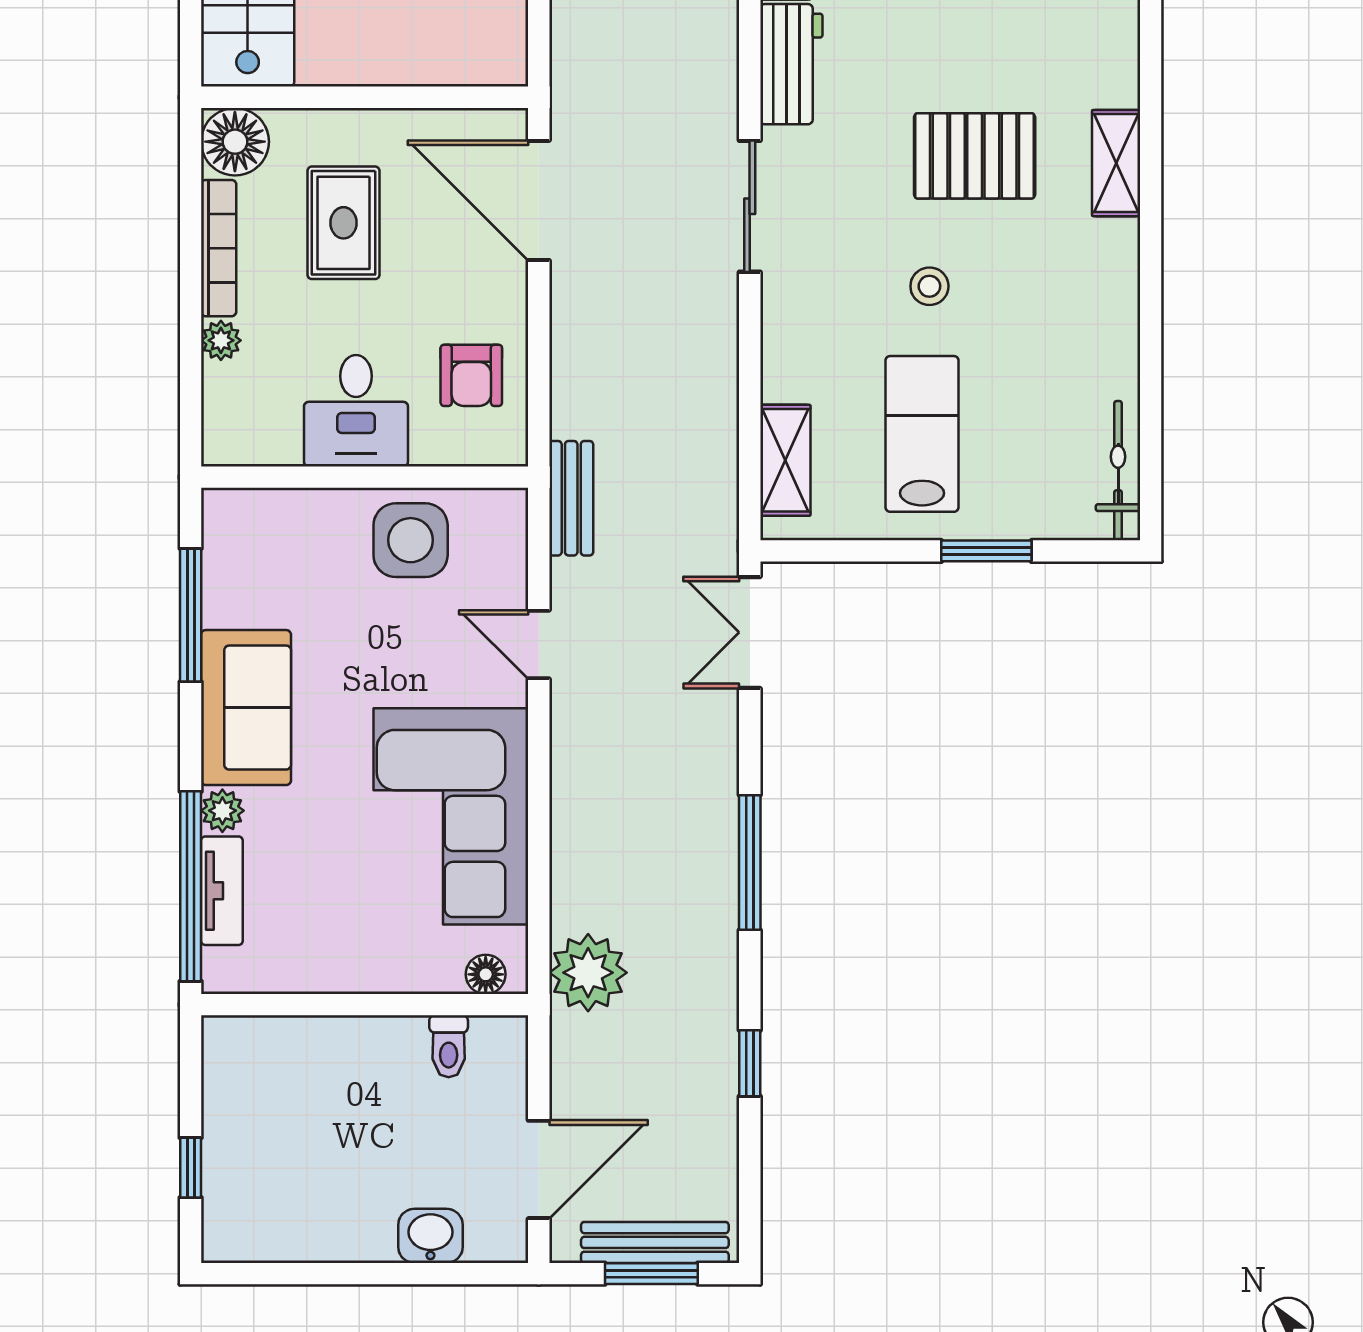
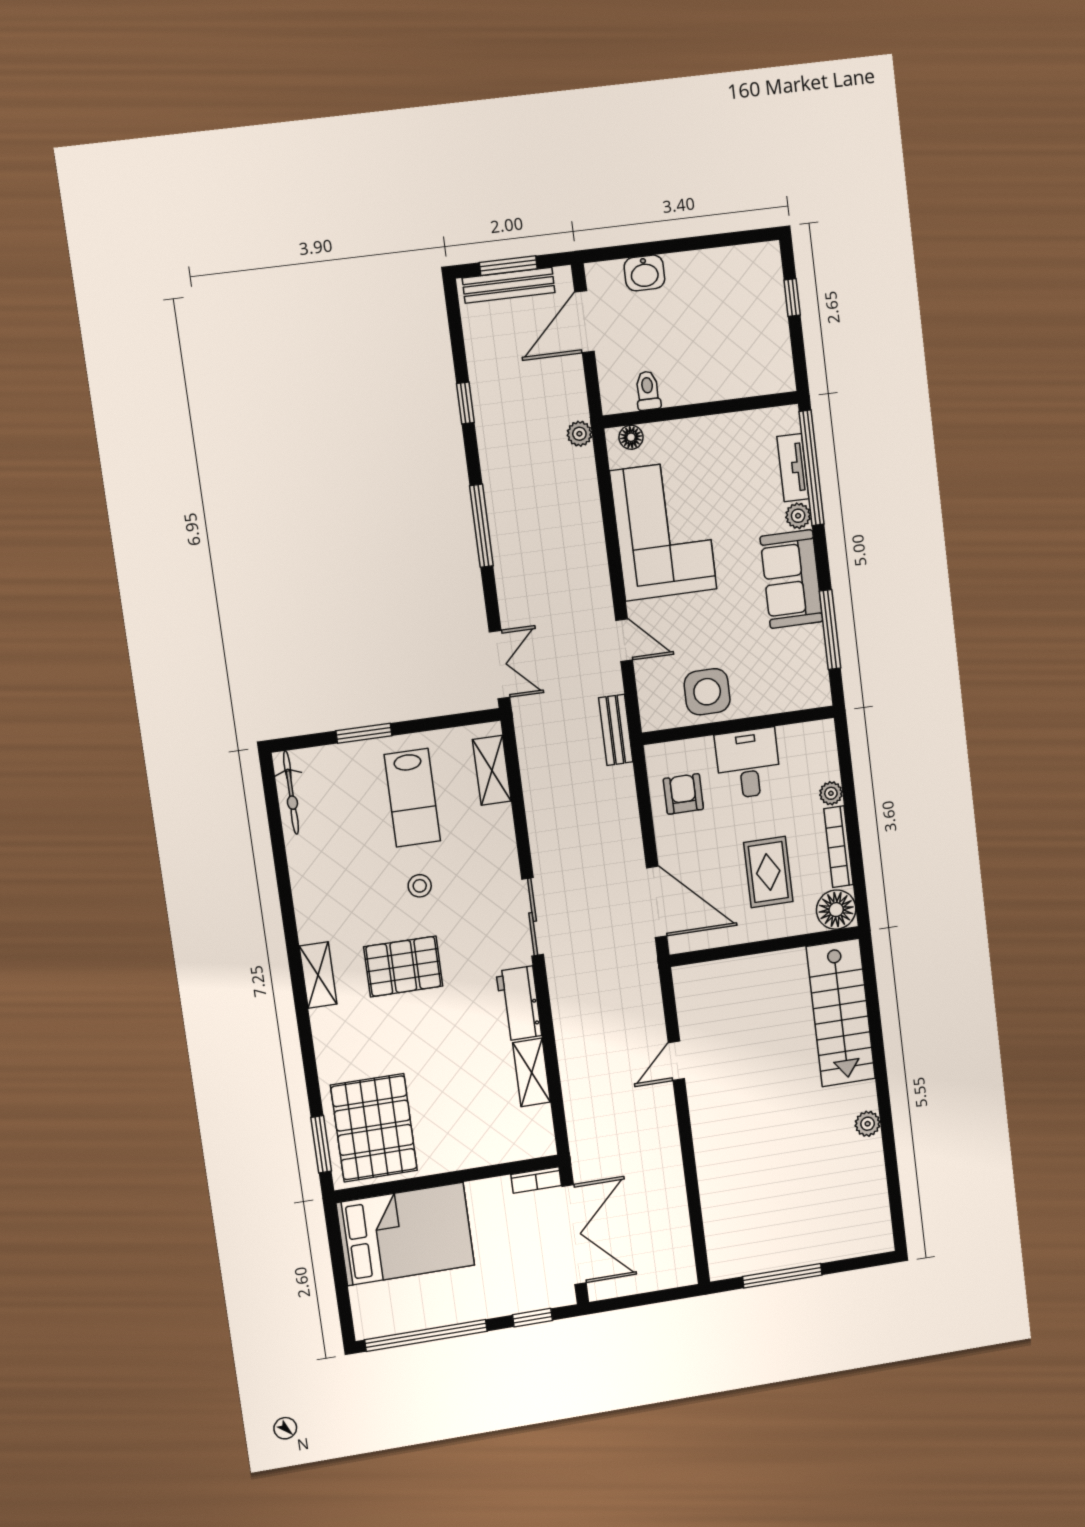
plant: (588, 973) -> (579, 434), width x0.53, depth x0.53

